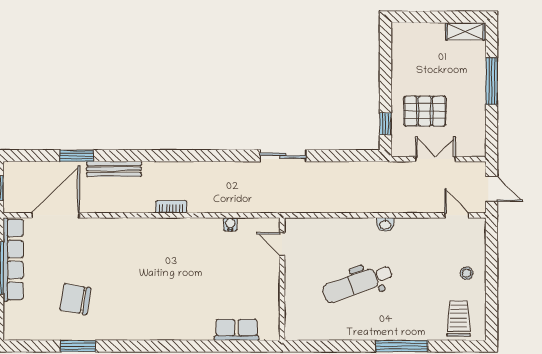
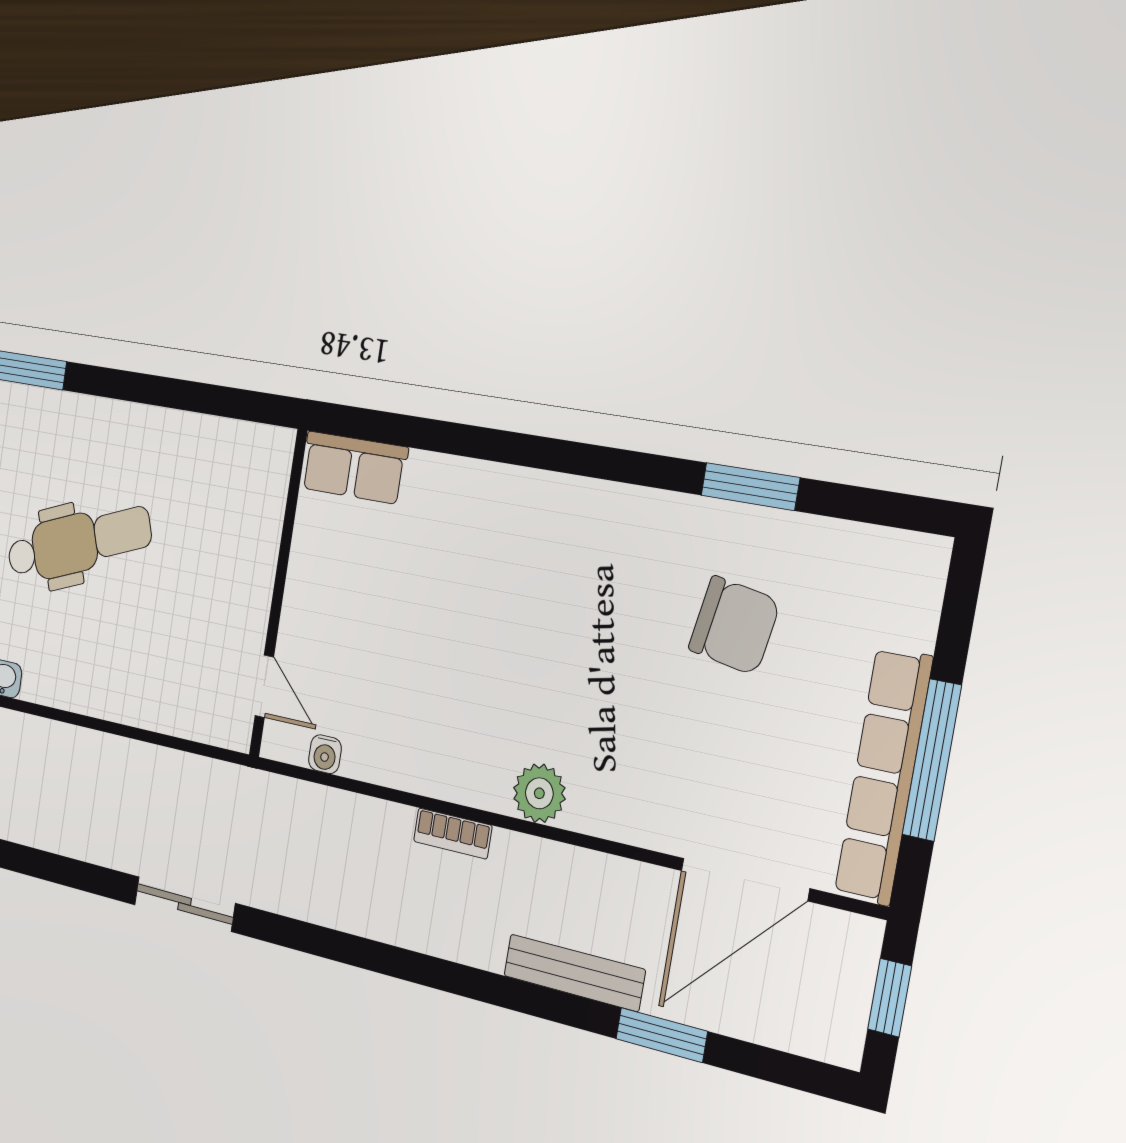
plant: (139, 228) -> (539, 793), added
door: (282, 244) -> (264, 686), moved
wall: (282, 279) -> (278, 594), moved

